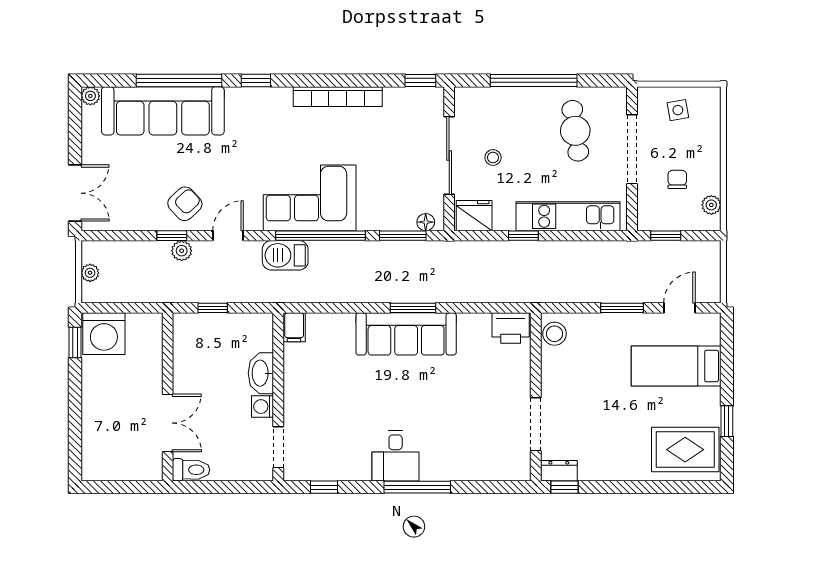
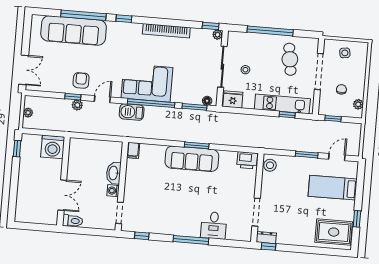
plant: (90, 96) -> (218, 35), moved
armchair: (185, 204) -> (81, 80), turned -47
window: (523, 236) -> (287, 115), moved
window: (213, 308) -> (91, 136), removed
washing machine: (104, 334) -> (53, 147), moved
desk: (396, 456) -> (214, 225), moved

